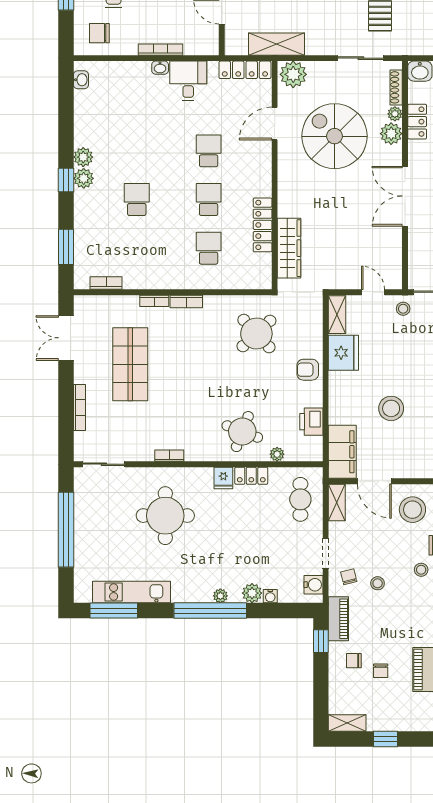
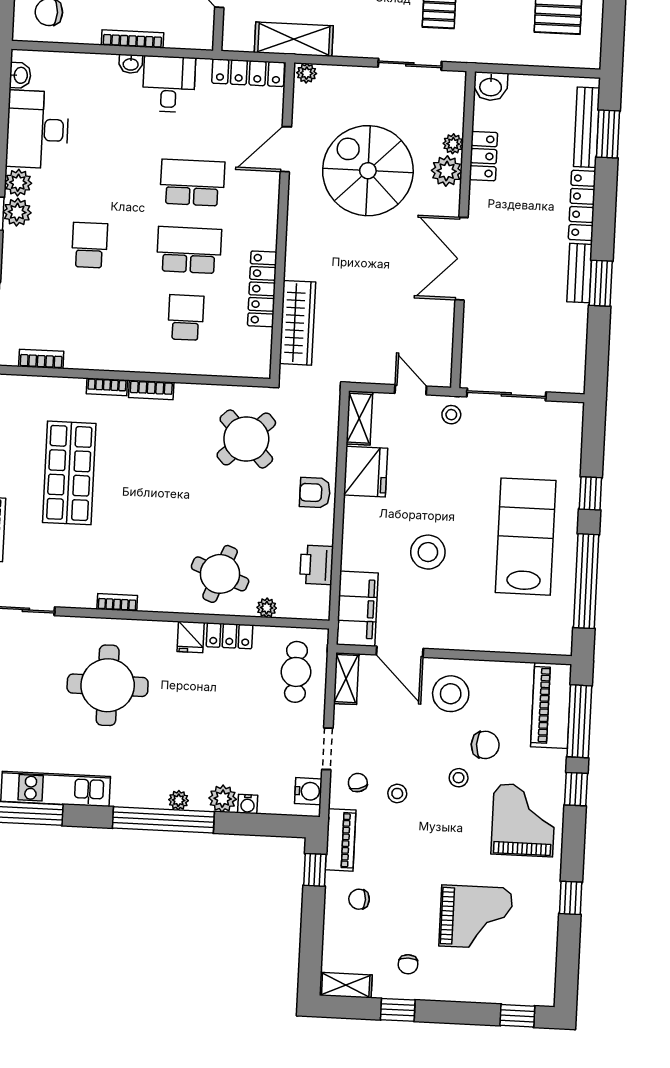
plant: (293, 74) -> (307, 73), width x0.53, depth x0.53
shoe rack: (396, 87) -> (457, 107), removed
desk: (95, 118) -> (37, 129), added
school desk: (209, 151) -> (192, 183), width x1.85
school desk: (209, 200) -> (189, 250), width x1.85
chair: (381, 671) -> (408, 964), moved

